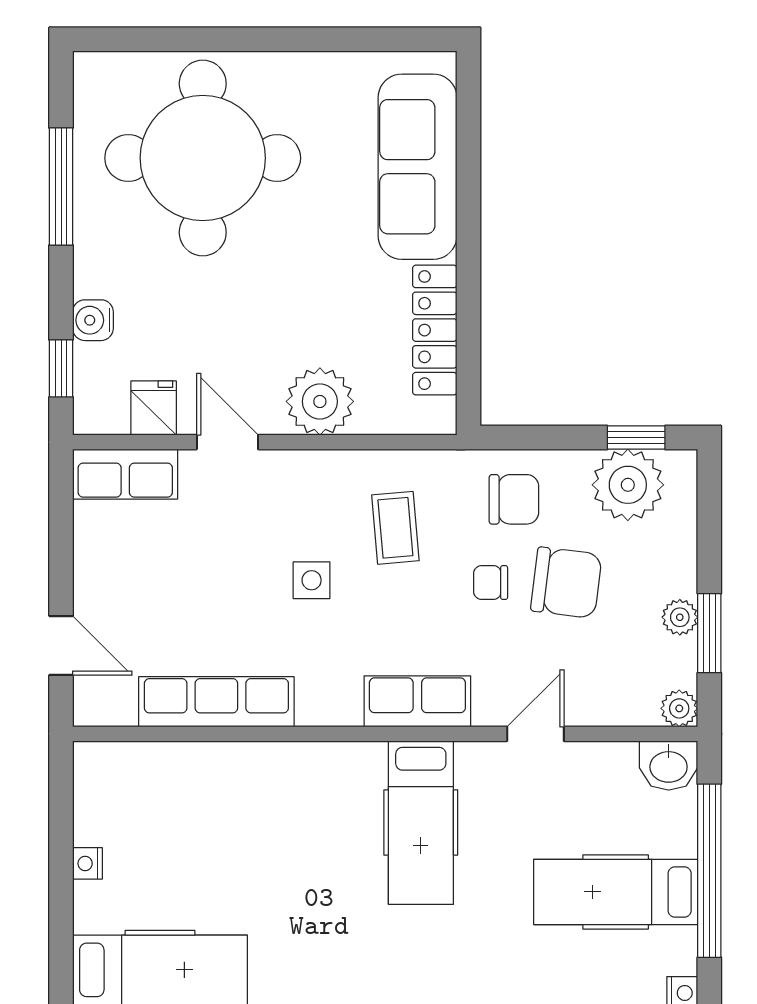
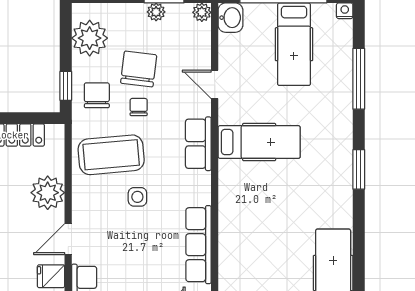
window: (636, 438) -> (66, 86), moved
coffee table: (395, 528) -> (111, 155), width x1.86, depth x1.72
chair: (491, 583) -> (139, 107), turned 180

